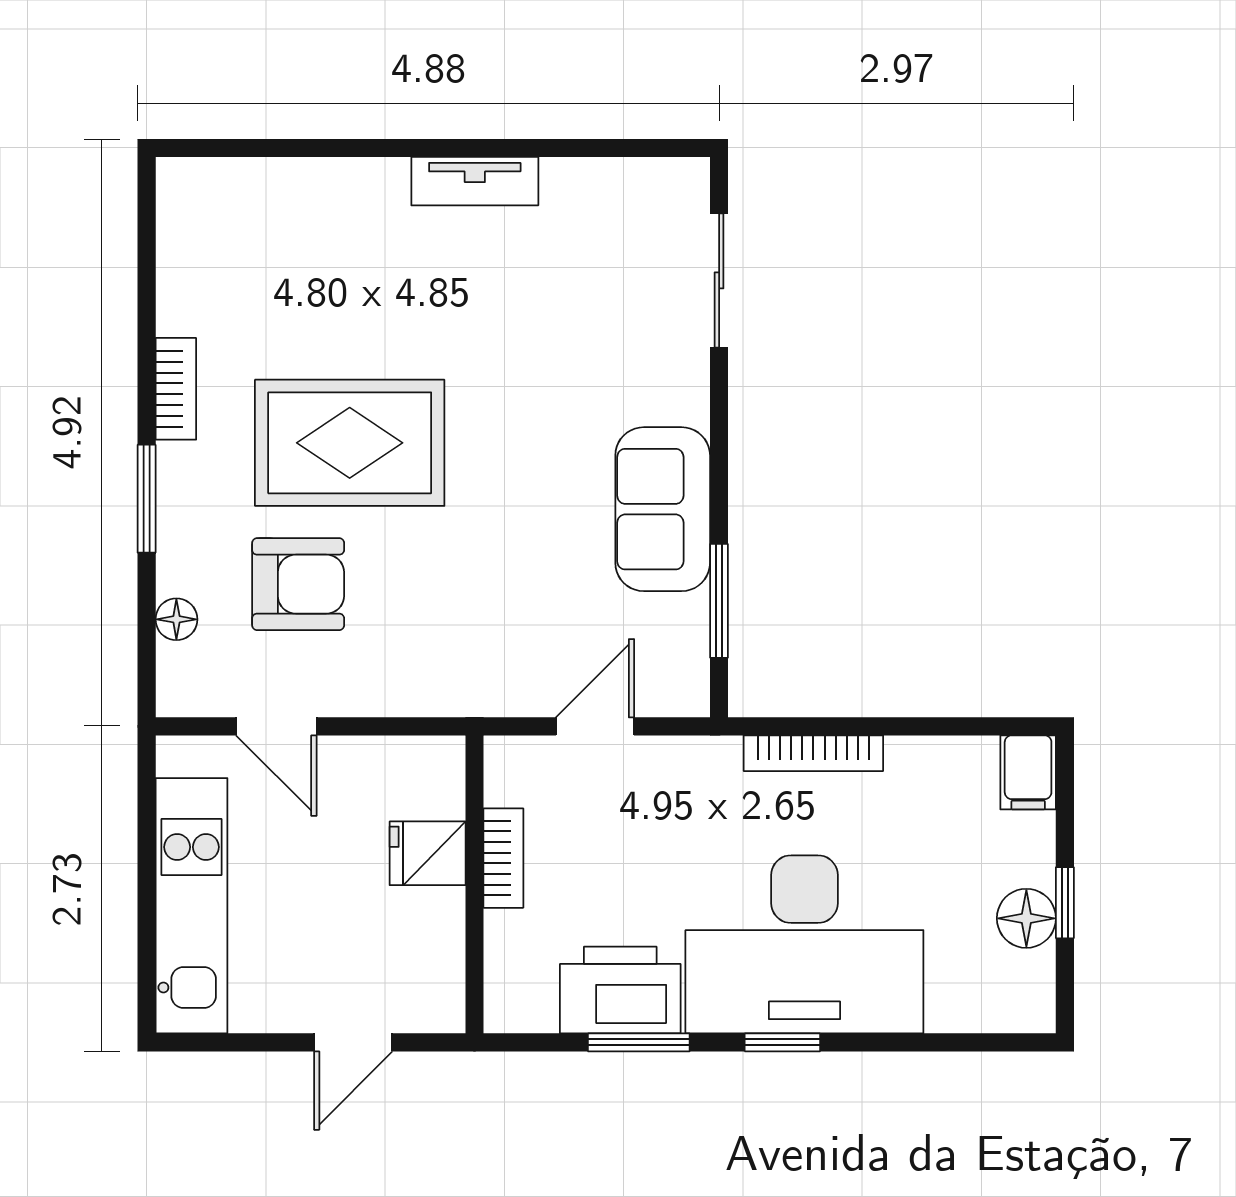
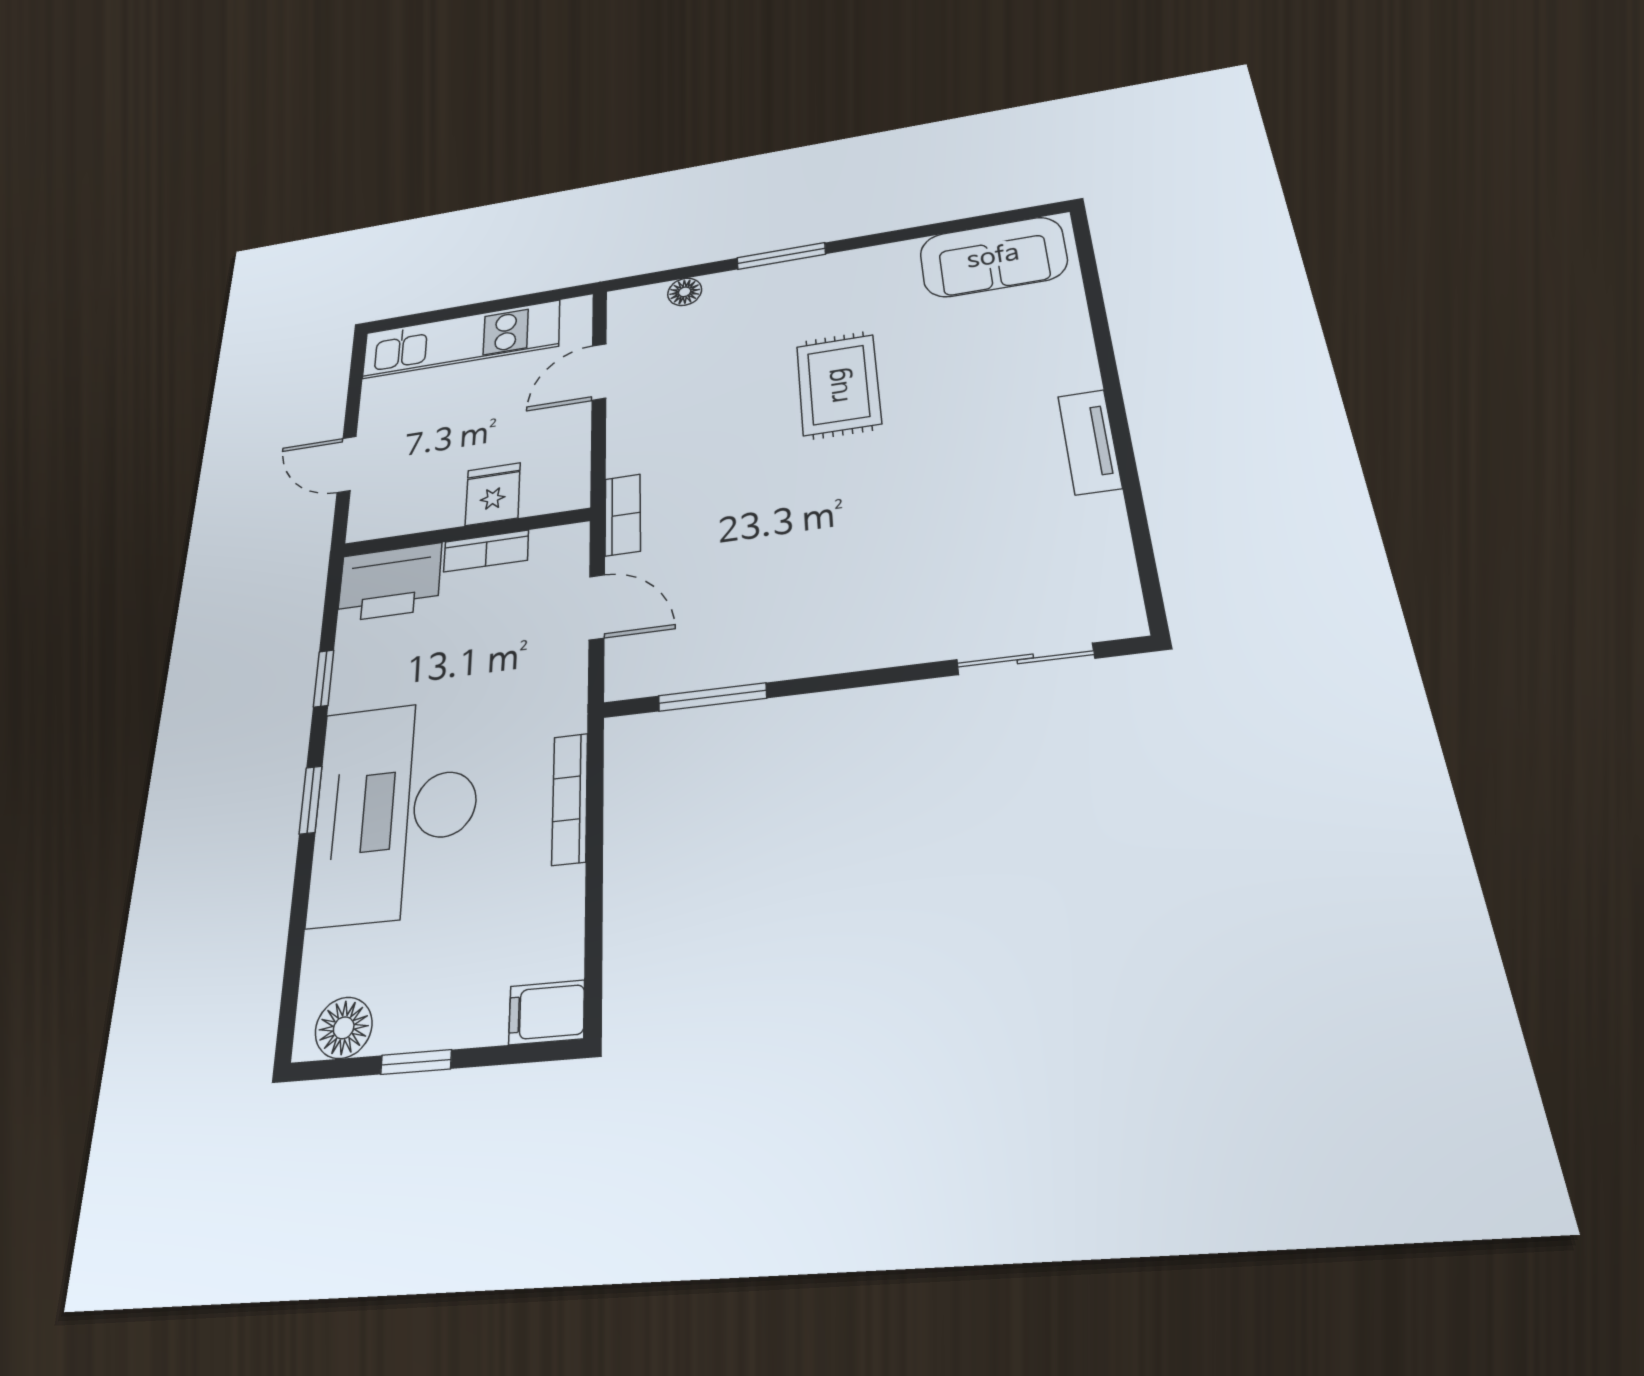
bookcase: (176, 389) -> (623, 515), moved, turned -90
rug: (350, 443) -> (838, 385), width x0.73, depth x0.70
sofa: (663, 509) -> (993, 257), moved, turned 180
armchair: (298, 584) -> (716, 368), removed
floor lamp: (1026, 918) -> (344, 1028), moved
printer: (620, 990) -> (390, 582), moved, turned 90
window: (639, 1042) -> (324, 678), width x0.67

